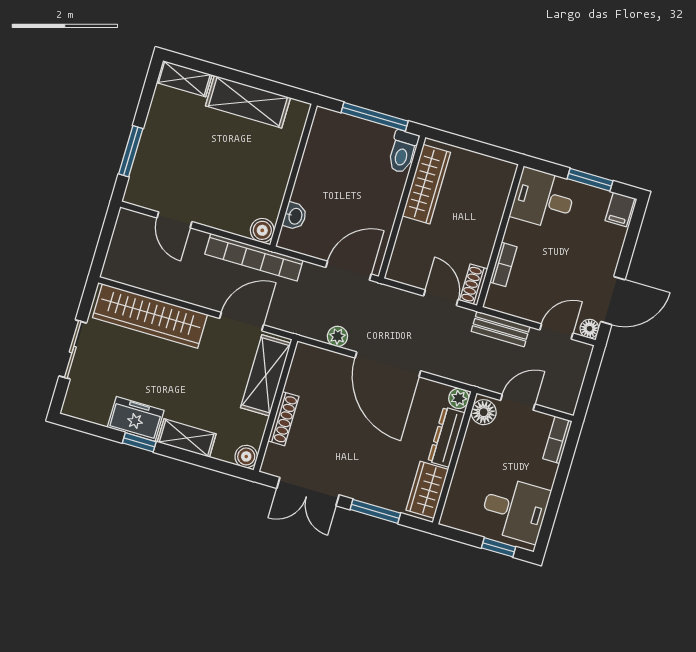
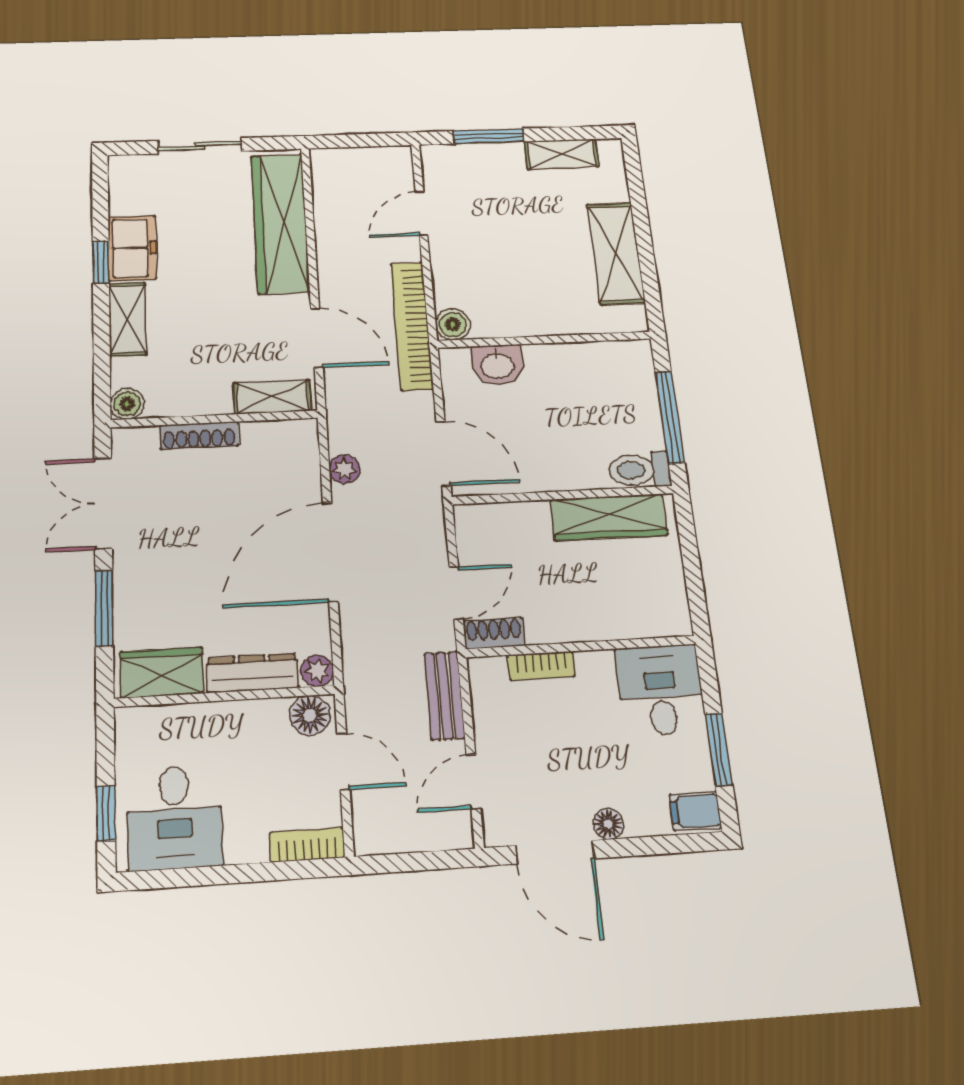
shelving: (184, 79) -> (562, 154), moved, turned 90
washbasin: (295, 216) -> (497, 365), width x1.38, depth x1.45
floor lamp: (589, 329) -> (608, 824), moved
door: (556, 331) -> (473, 782), swing flipped
shelving: (266, 375) -> (272, 397), width x0.67, depth x0.75

